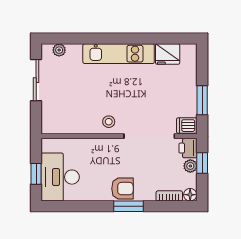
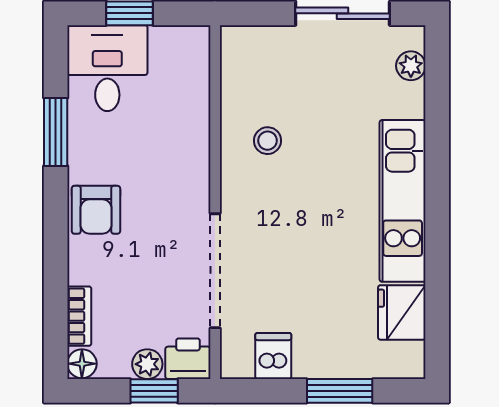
window: (202, 100) -> (340, 391), moved
stool: (109, 122) -> (267, 141), moved
dishwasher: (187, 126) -> (273, 356), moved
desk: (60, 177) -> (107, 68), width x0.73
window: (129, 206) -> (56, 132), moved

